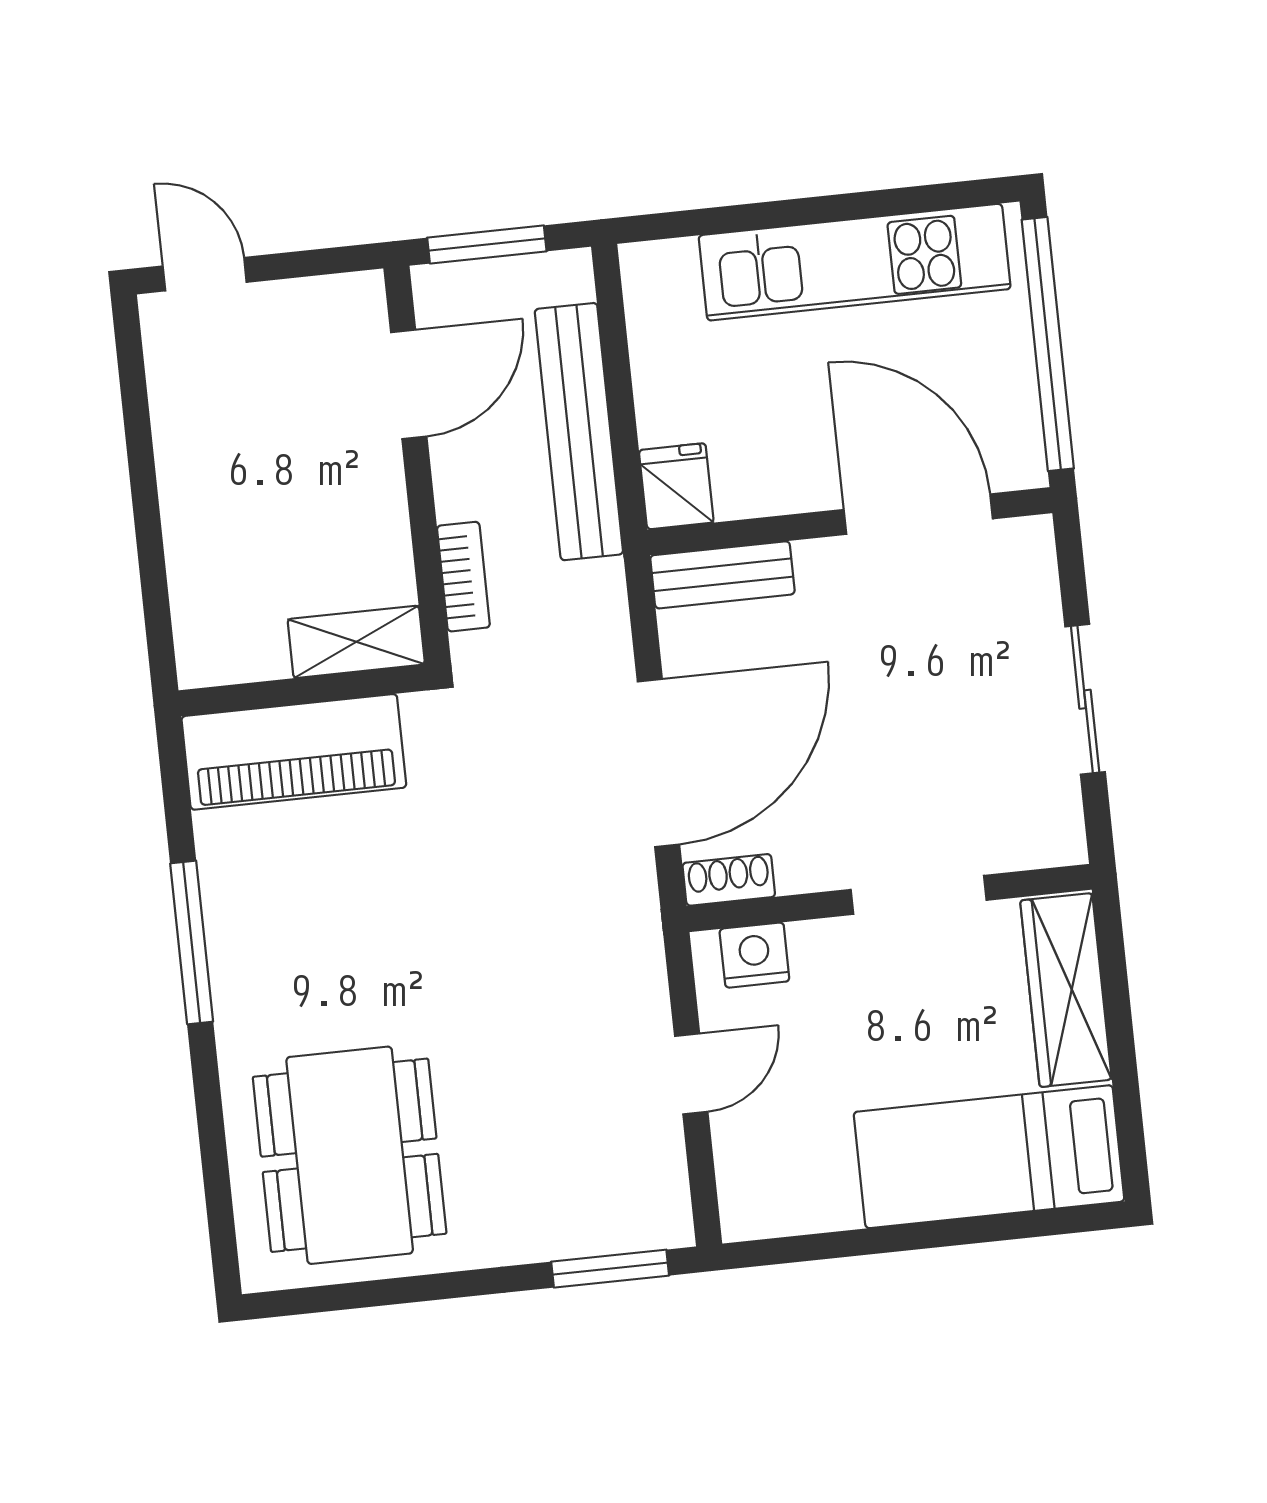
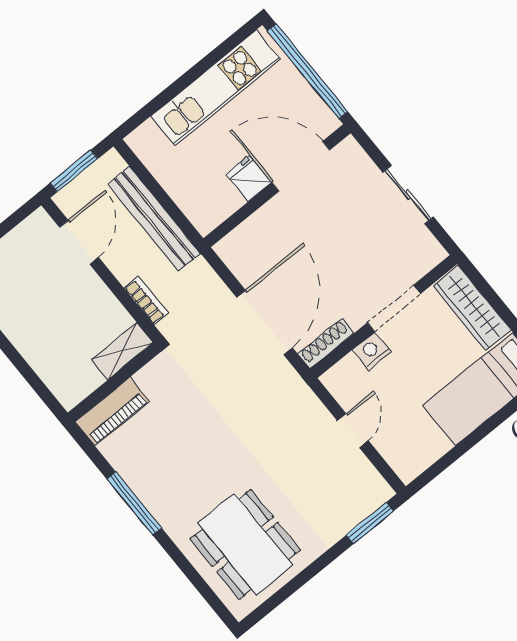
fridge: (676, 486) -> (249, 178), moved
bench: (722, 575) -> (243, 237), removed
piano: (294, 752) -> (112, 412), width x0.73, depth x0.75
shoe rack: (729, 880) -> (326, 344), width x1.43
nightstand: (754, 955) -> (372, 351), moved

